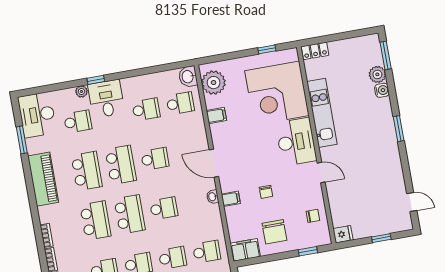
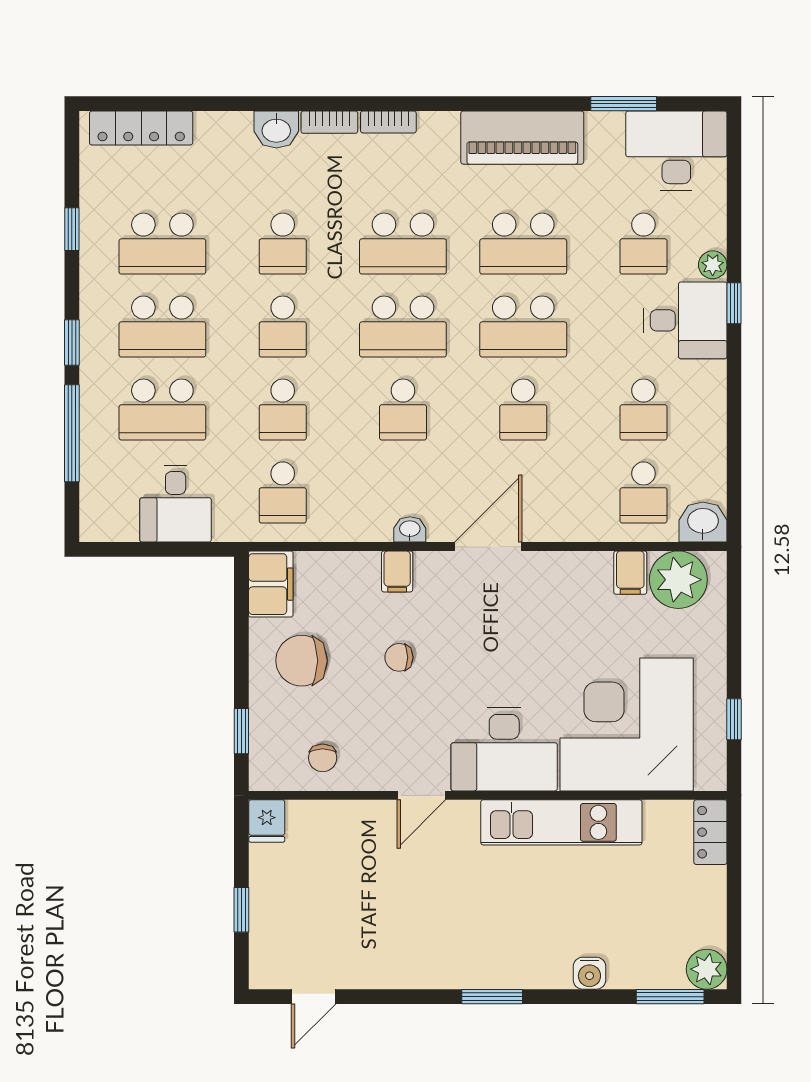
plant: (377, 74) -> (707, 969), moved
filing cabinet: (216, 116) -> (630, 573), moved

